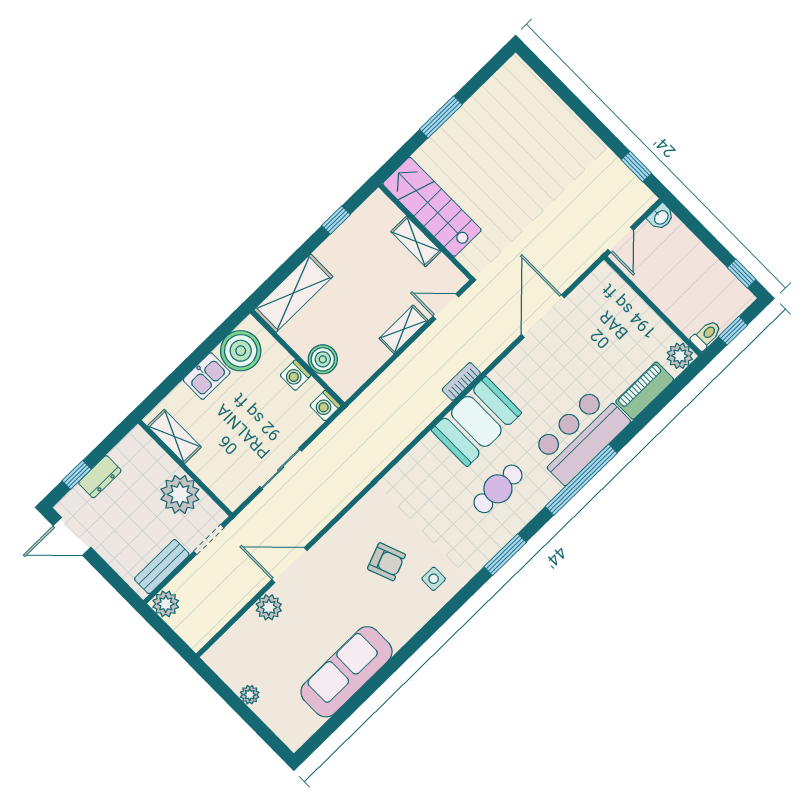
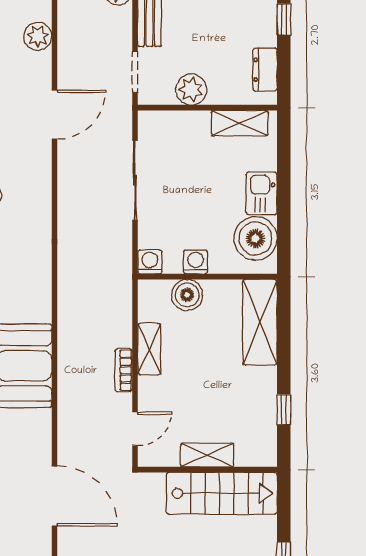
shelving: (404, 329) -> (149, 349), moved
bookcase: (461, 381) -> (124, 370), moved, turned 180
sliding door: (281, 469) -> (135, 180), width x1.37
dresser: (100, 477) -> (265, 70), moved
plant: (180, 494) -> (191, 89), width x0.73, depth x0.73
plant: (269, 607) -> (38, 36), moved

